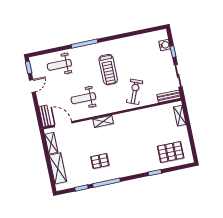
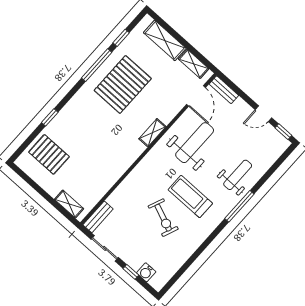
weight bench: (59, 65) -> (238, 175), moved
door: (32, 86) -> (263, 114), hinge flipped
exercise bike: (135, 92) -> (163, 218), moved
weight bench: (83, 98) -> (195, 143), width x1.36, depth x1.33
door: (63, 124) -> (196, 96), hinge flipped
pallet: (171, 152) -> (49, 154), turned 90
pallet: (100, 161) -> (123, 84), width x2.05, depth x2.00

